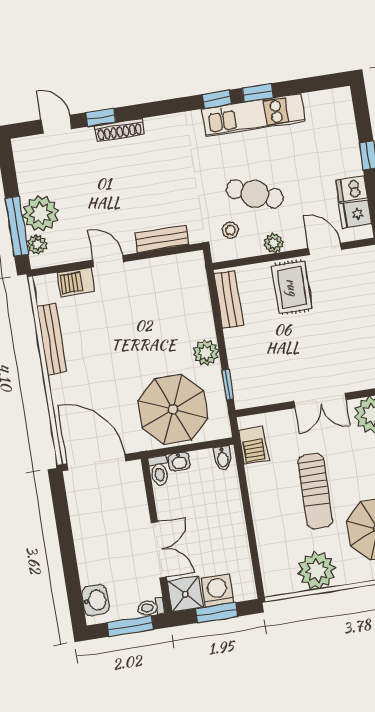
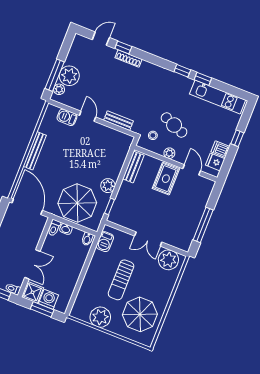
kitchen unit: (253, 115) -> (218, 97), moved
door: (56, 124) -> (101, 39), hinge flipped
bench: (52, 339) -> (35, 151), moved

